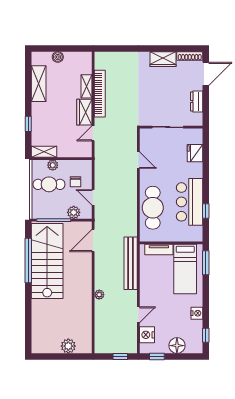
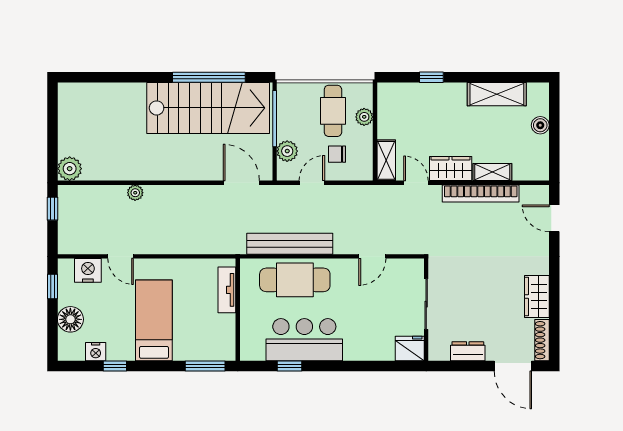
door: (115, 48) -> (554, 218), added
shelving: (44, 152) -> (386, 160), moved
fridge: (195, 153) -> (410, 348), moved
bench: (131, 263) -> (290, 244), moved
bed: (185, 269) -> (154, 320), moved, turned 90
plant: (99, 295) -> (135, 193), moved
nightstand: (197, 313) -> (96, 352), moved
window: (206, 335) -> (115, 366), moved
plant: (68, 346) -> (70, 169), moved
window: (120, 357) -> (52, 209), moved

